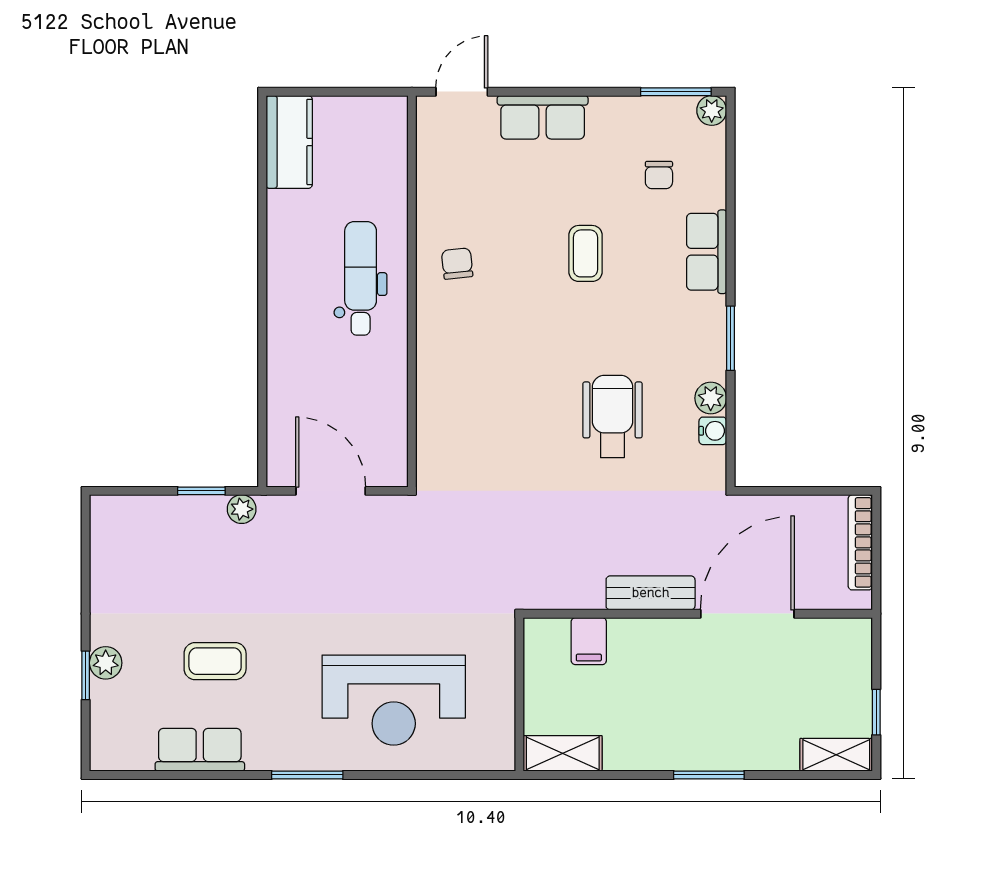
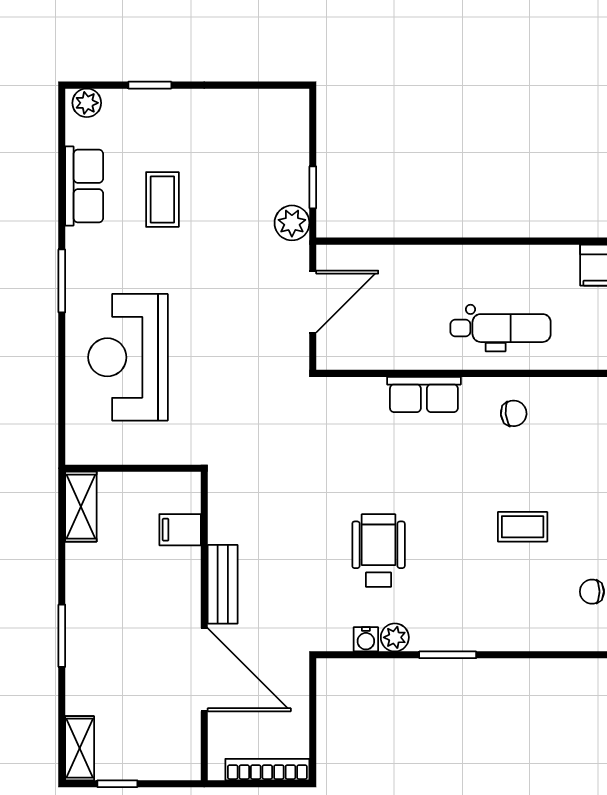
row of seats: (707, 252) -> (424, 394), moved, turned 180
wheelchair: (612, 417) -> (379, 551), turned -90
plant: (242, 509) -> (292, 223), width x1.38, depth x1.38
plant: (106, 663) -> (87, 103), moved

